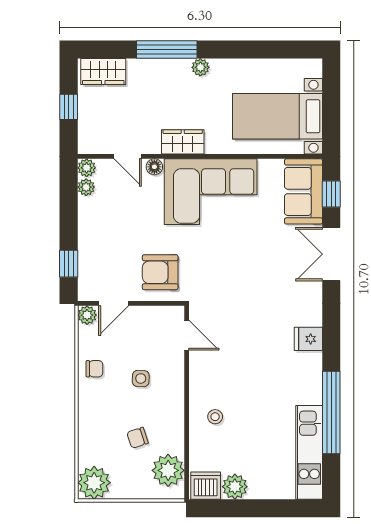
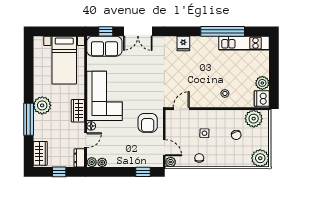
plant: (200, 67) -> (42, 105), width x1.88, depth x1.88
dresser: (95, 145) -> (79, 158), added

